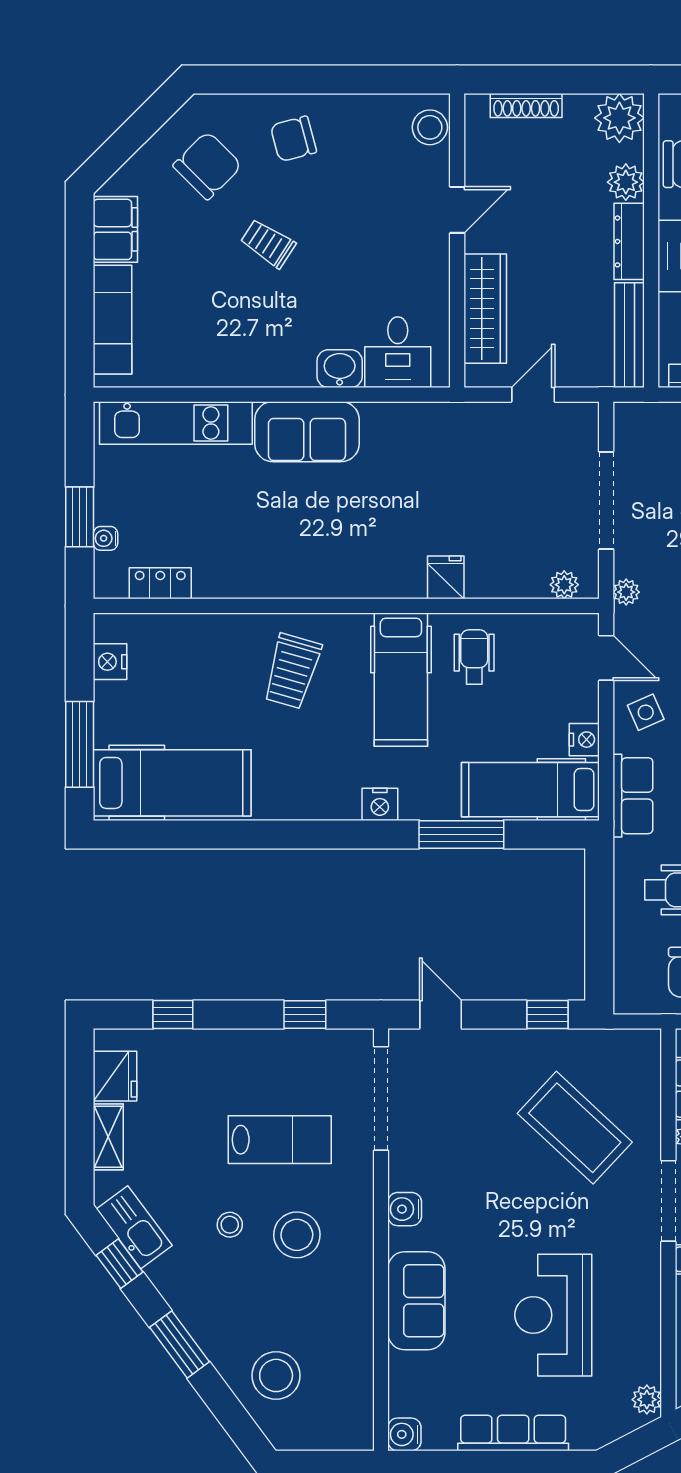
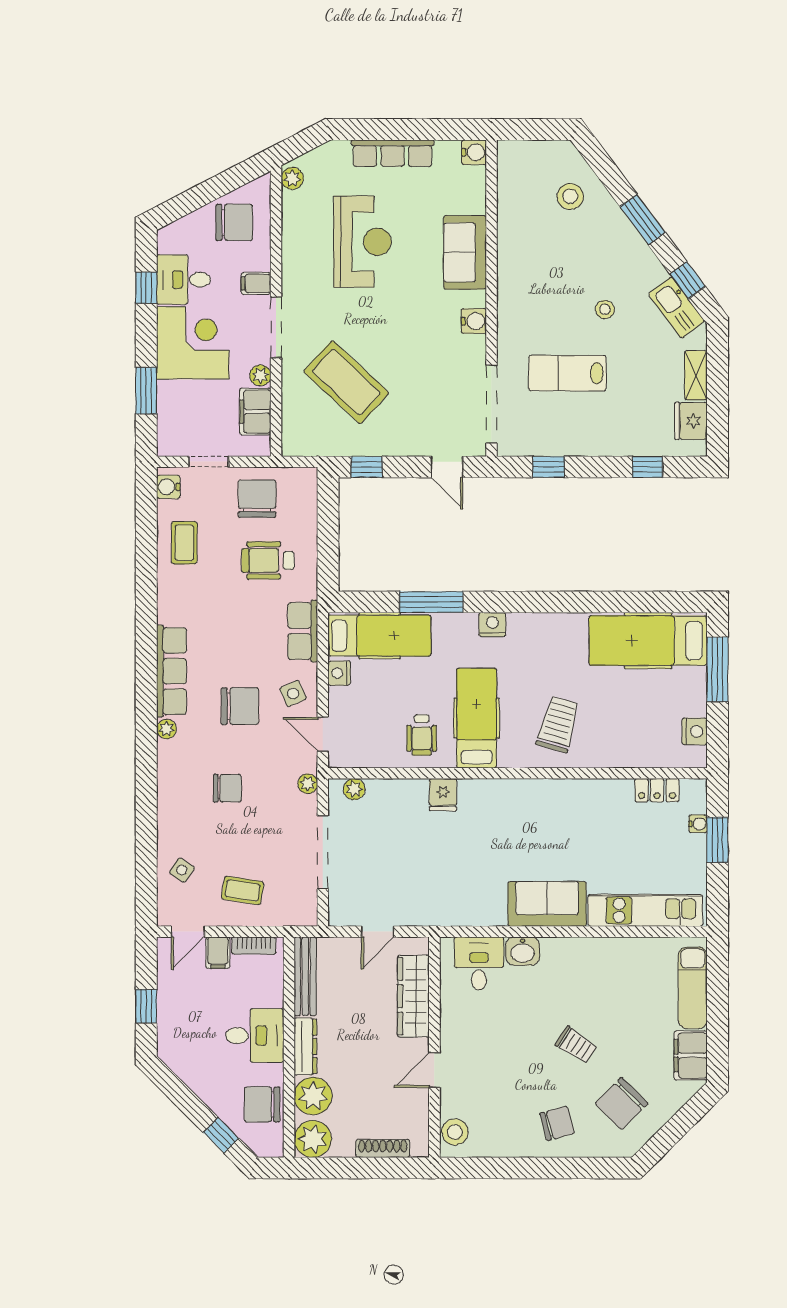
plant: (626, 182) -> (313, 1096), width x1.36, depth x1.36
stool: (297, 1235) -> (555, 302), removed
stool: (276, 1375) -> (570, 196), width x0.73, depth x0.73

